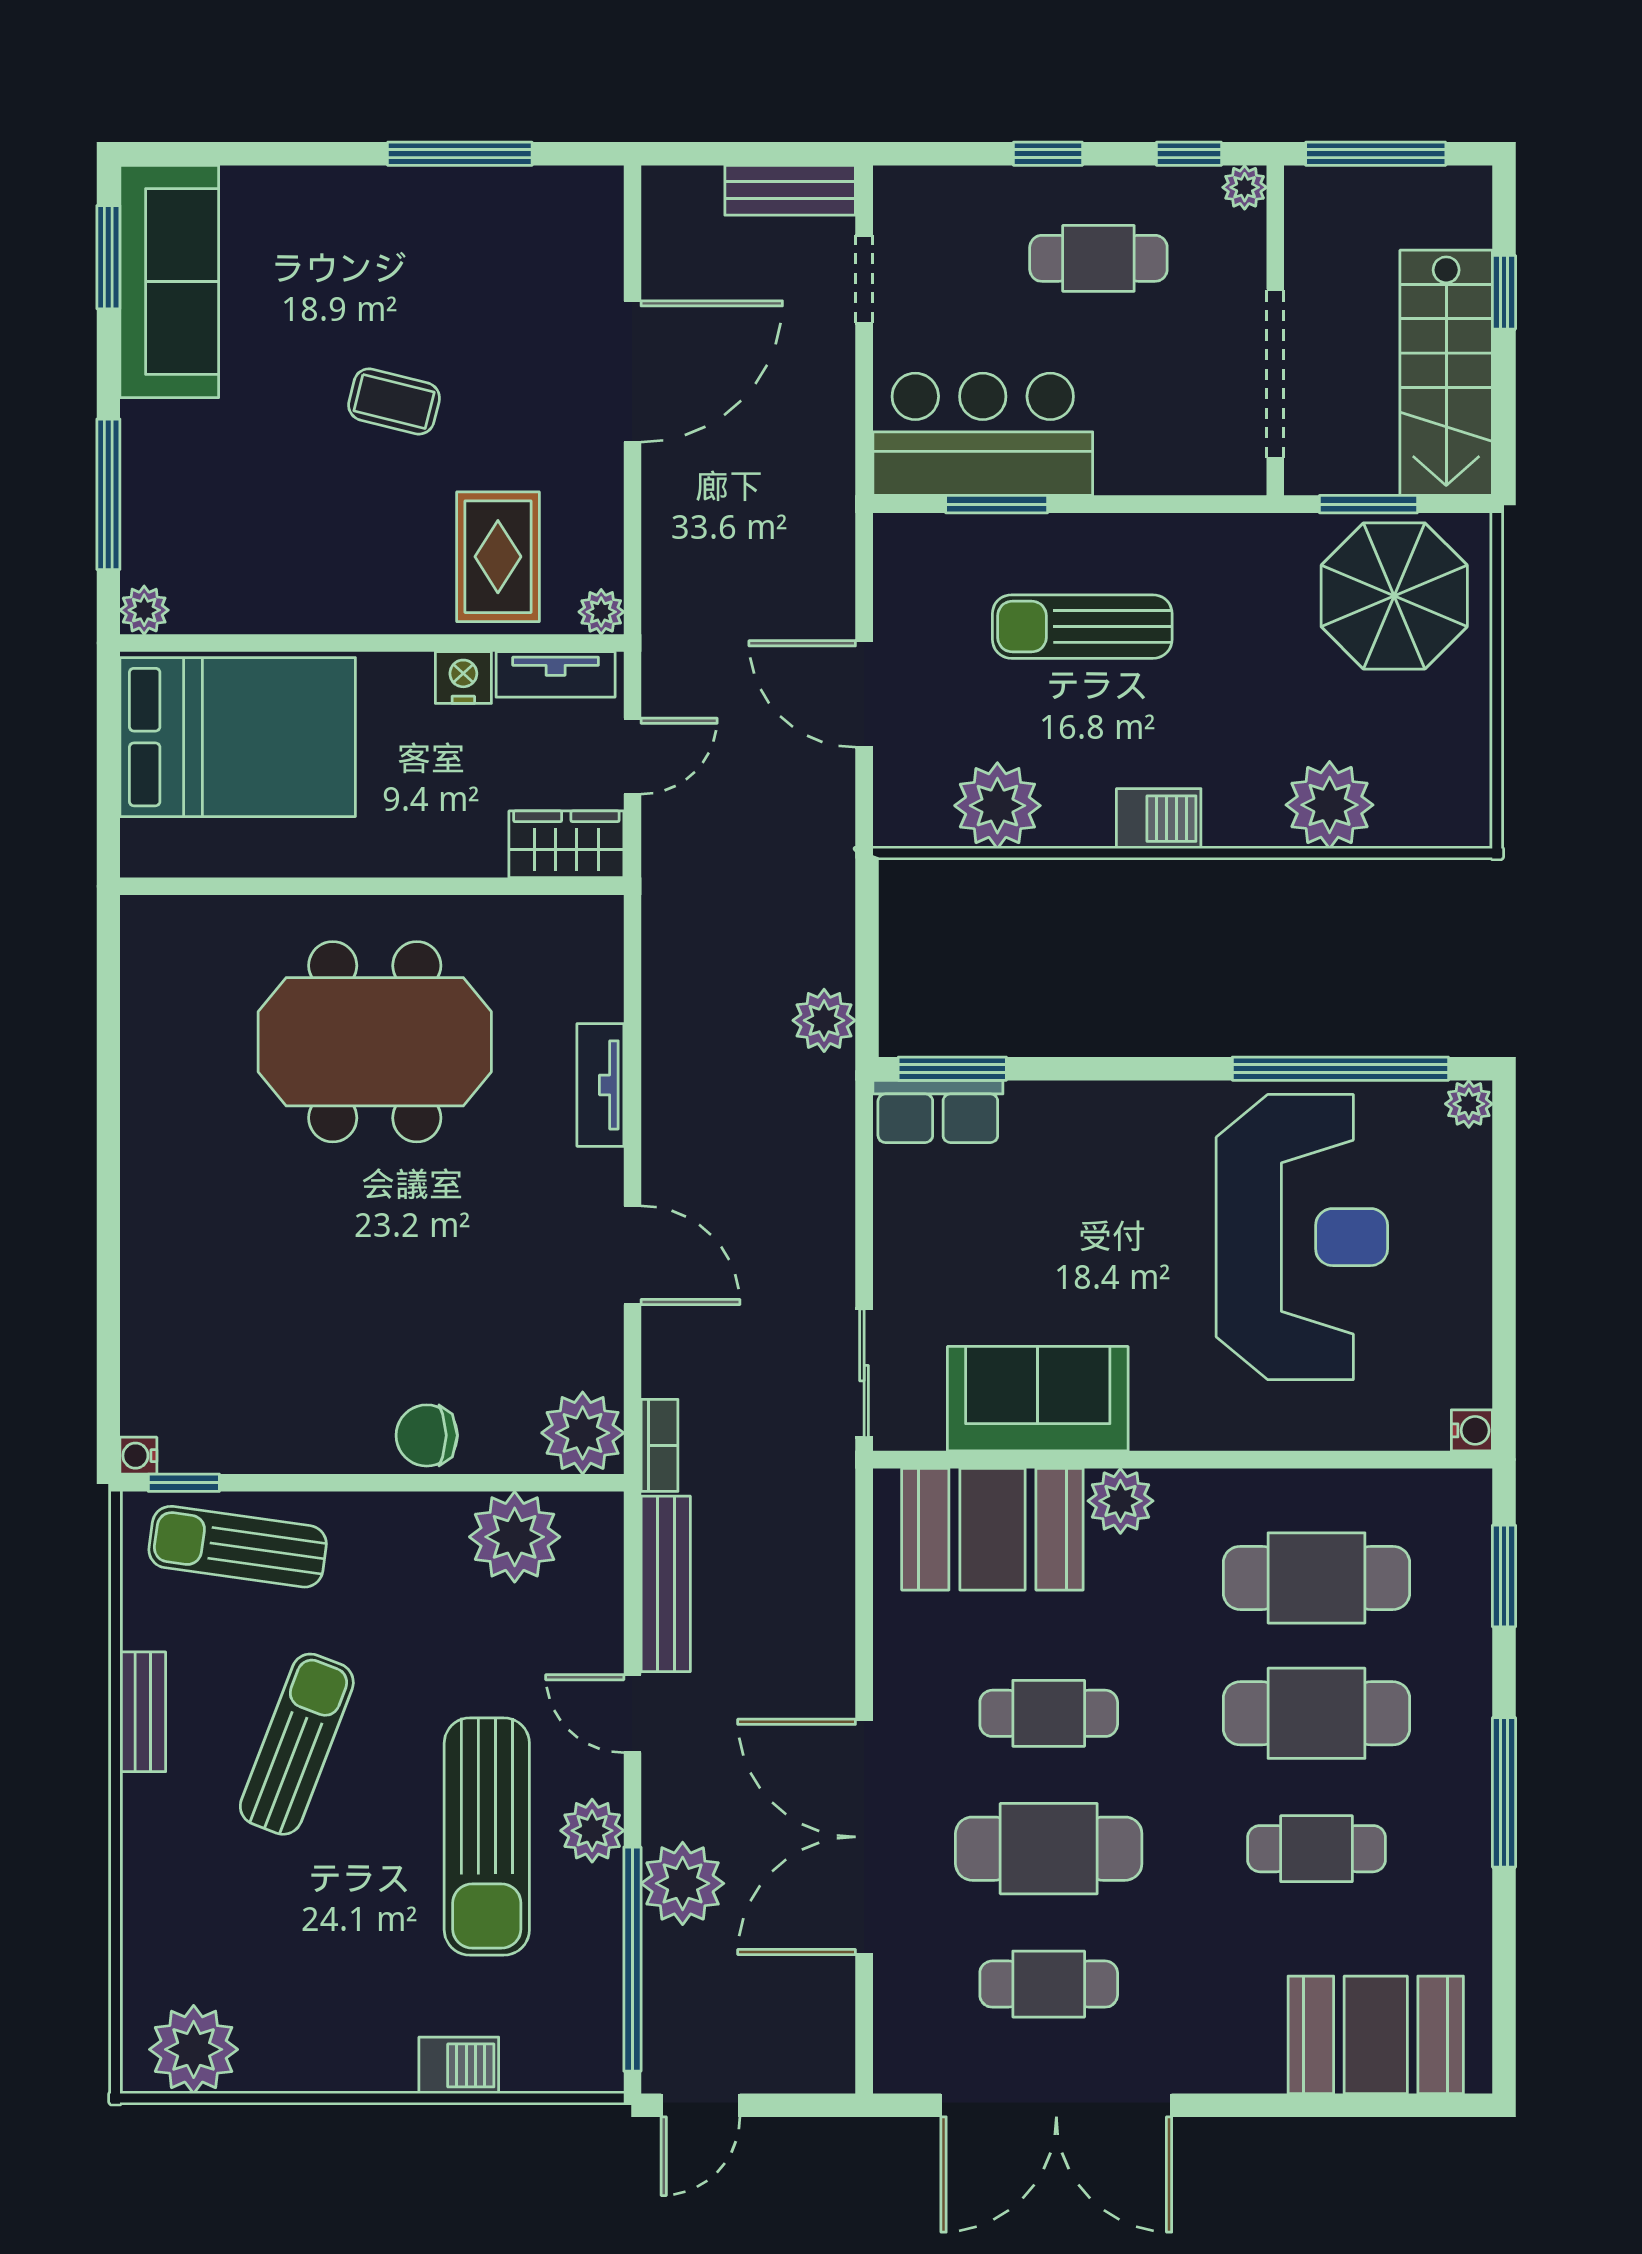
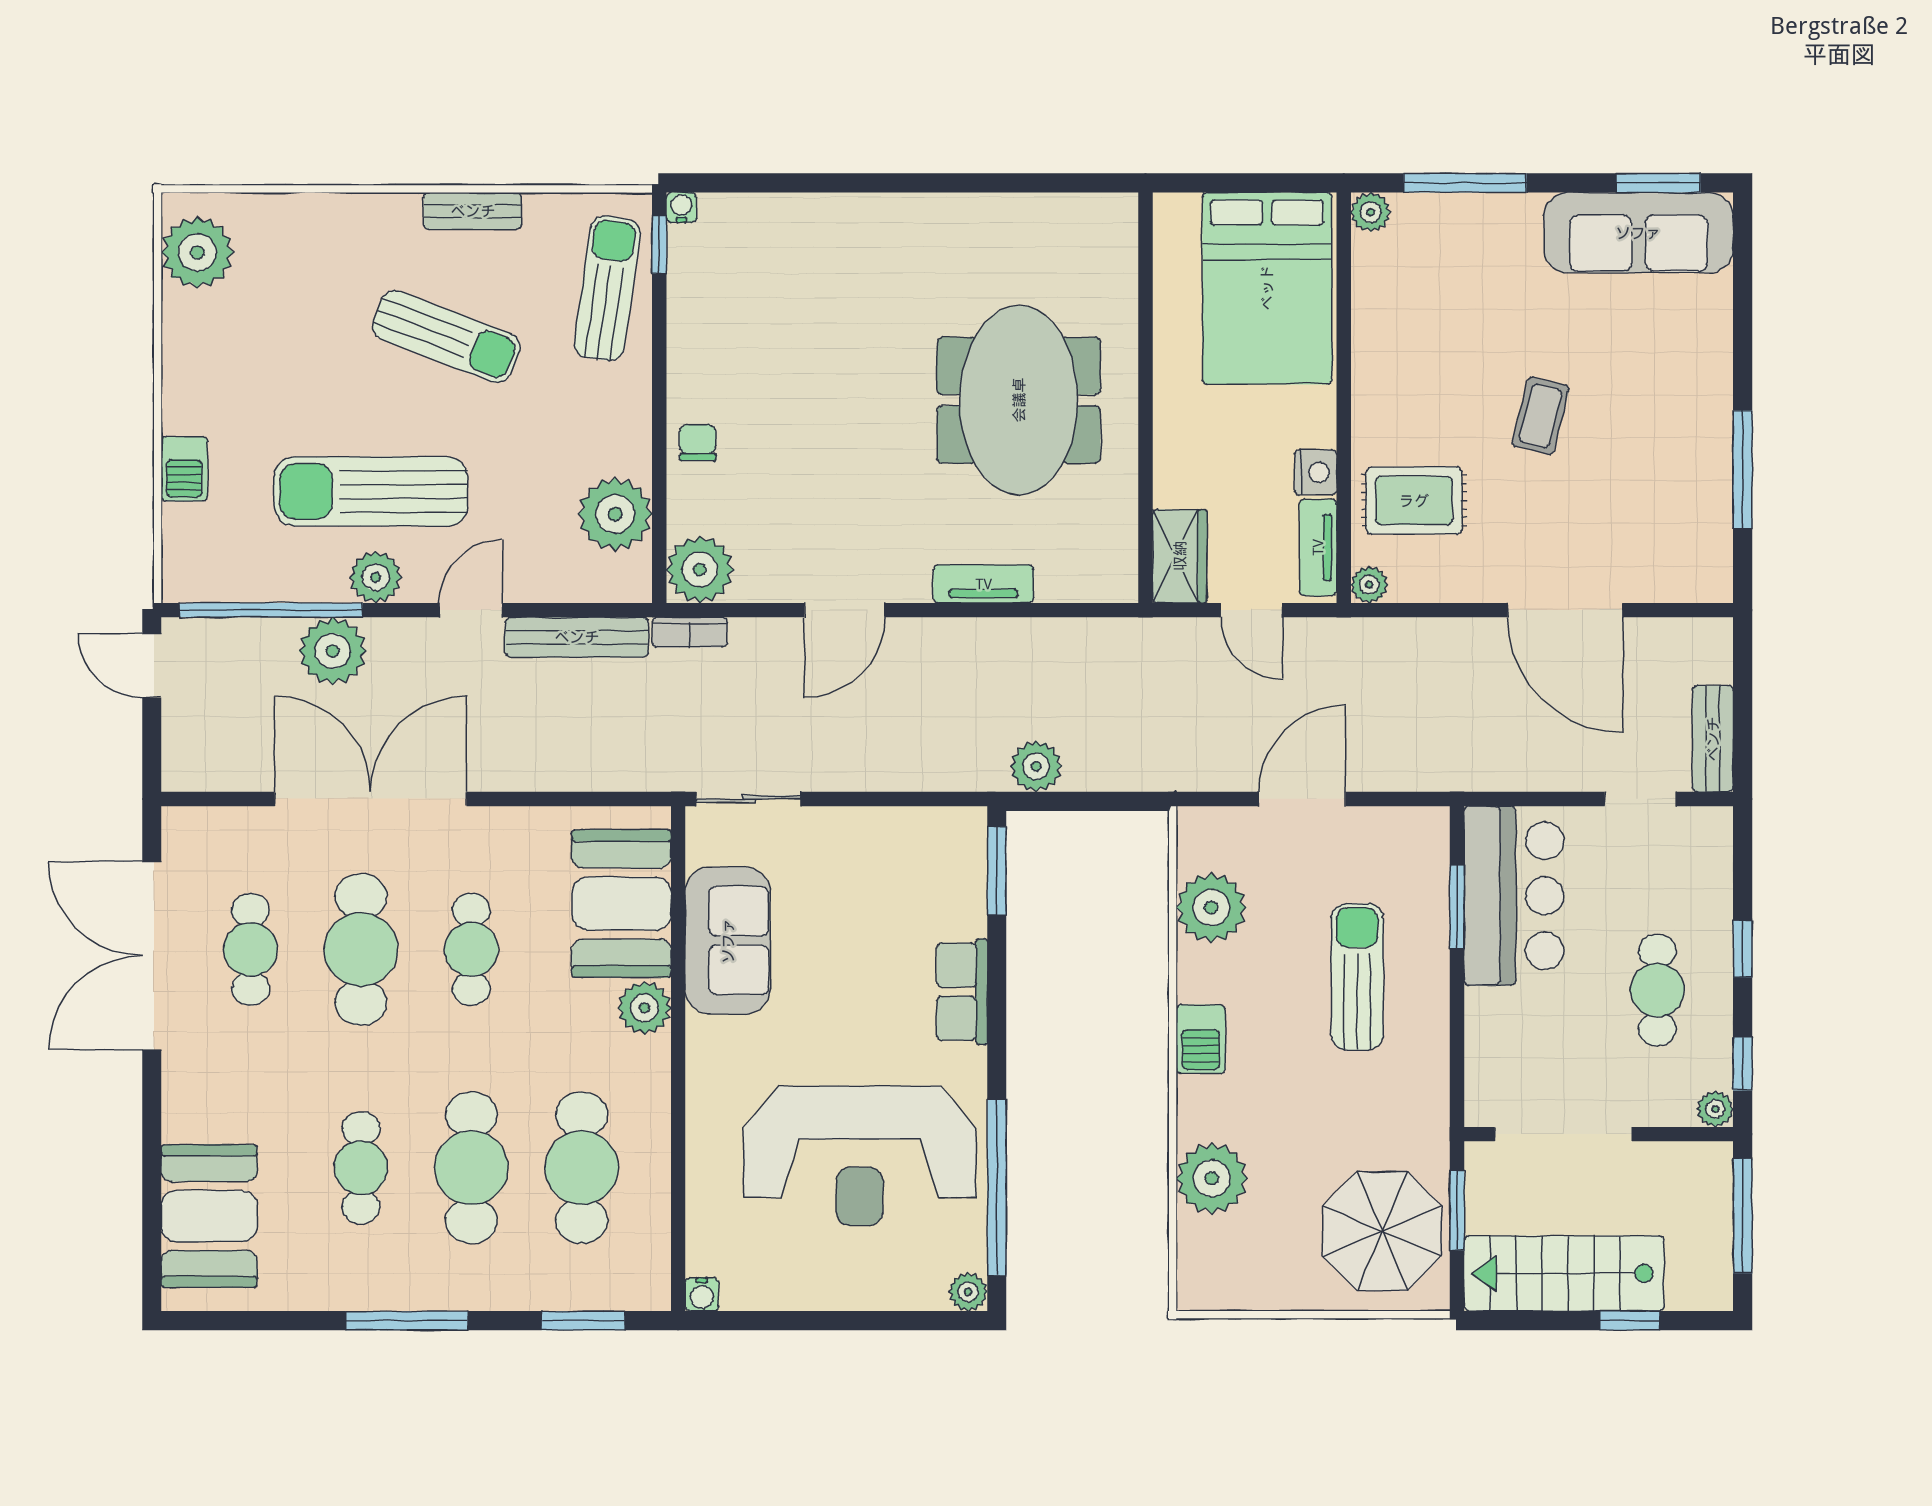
row of seats: (938, 1111) -> (962, 992), moved
chair: (427, 1435) -> (698, 442), width x0.73, depth x0.73

